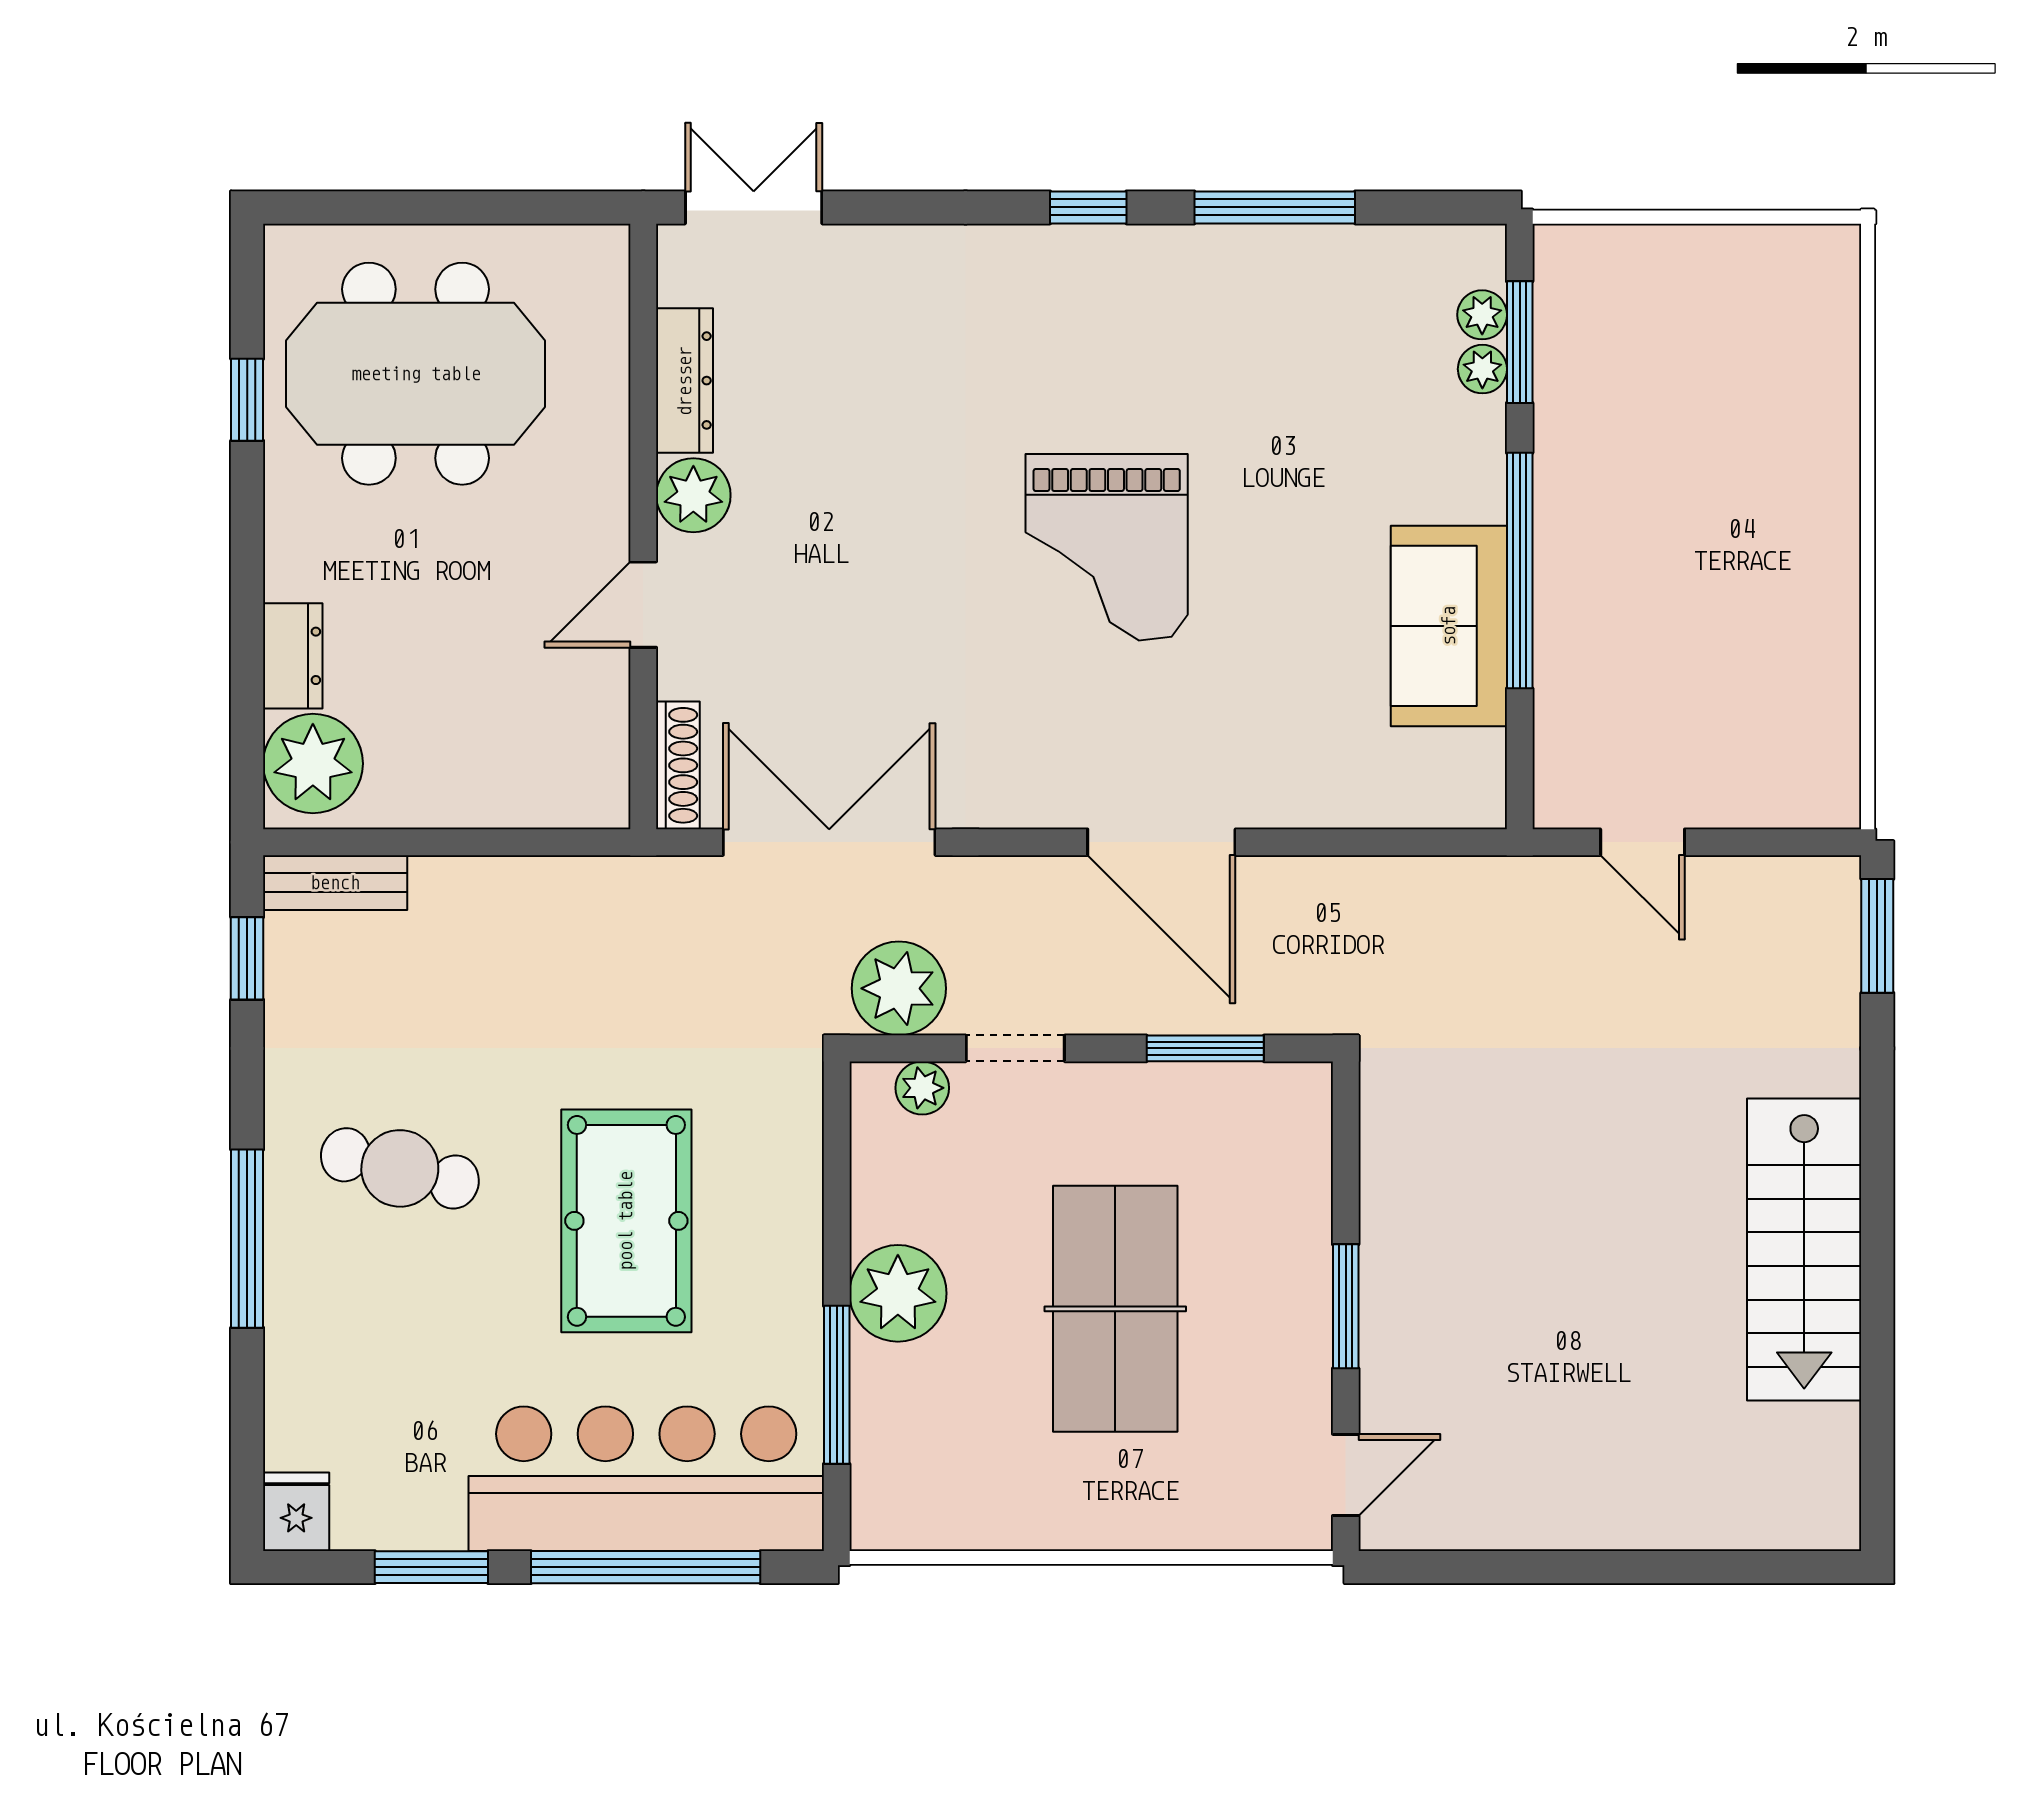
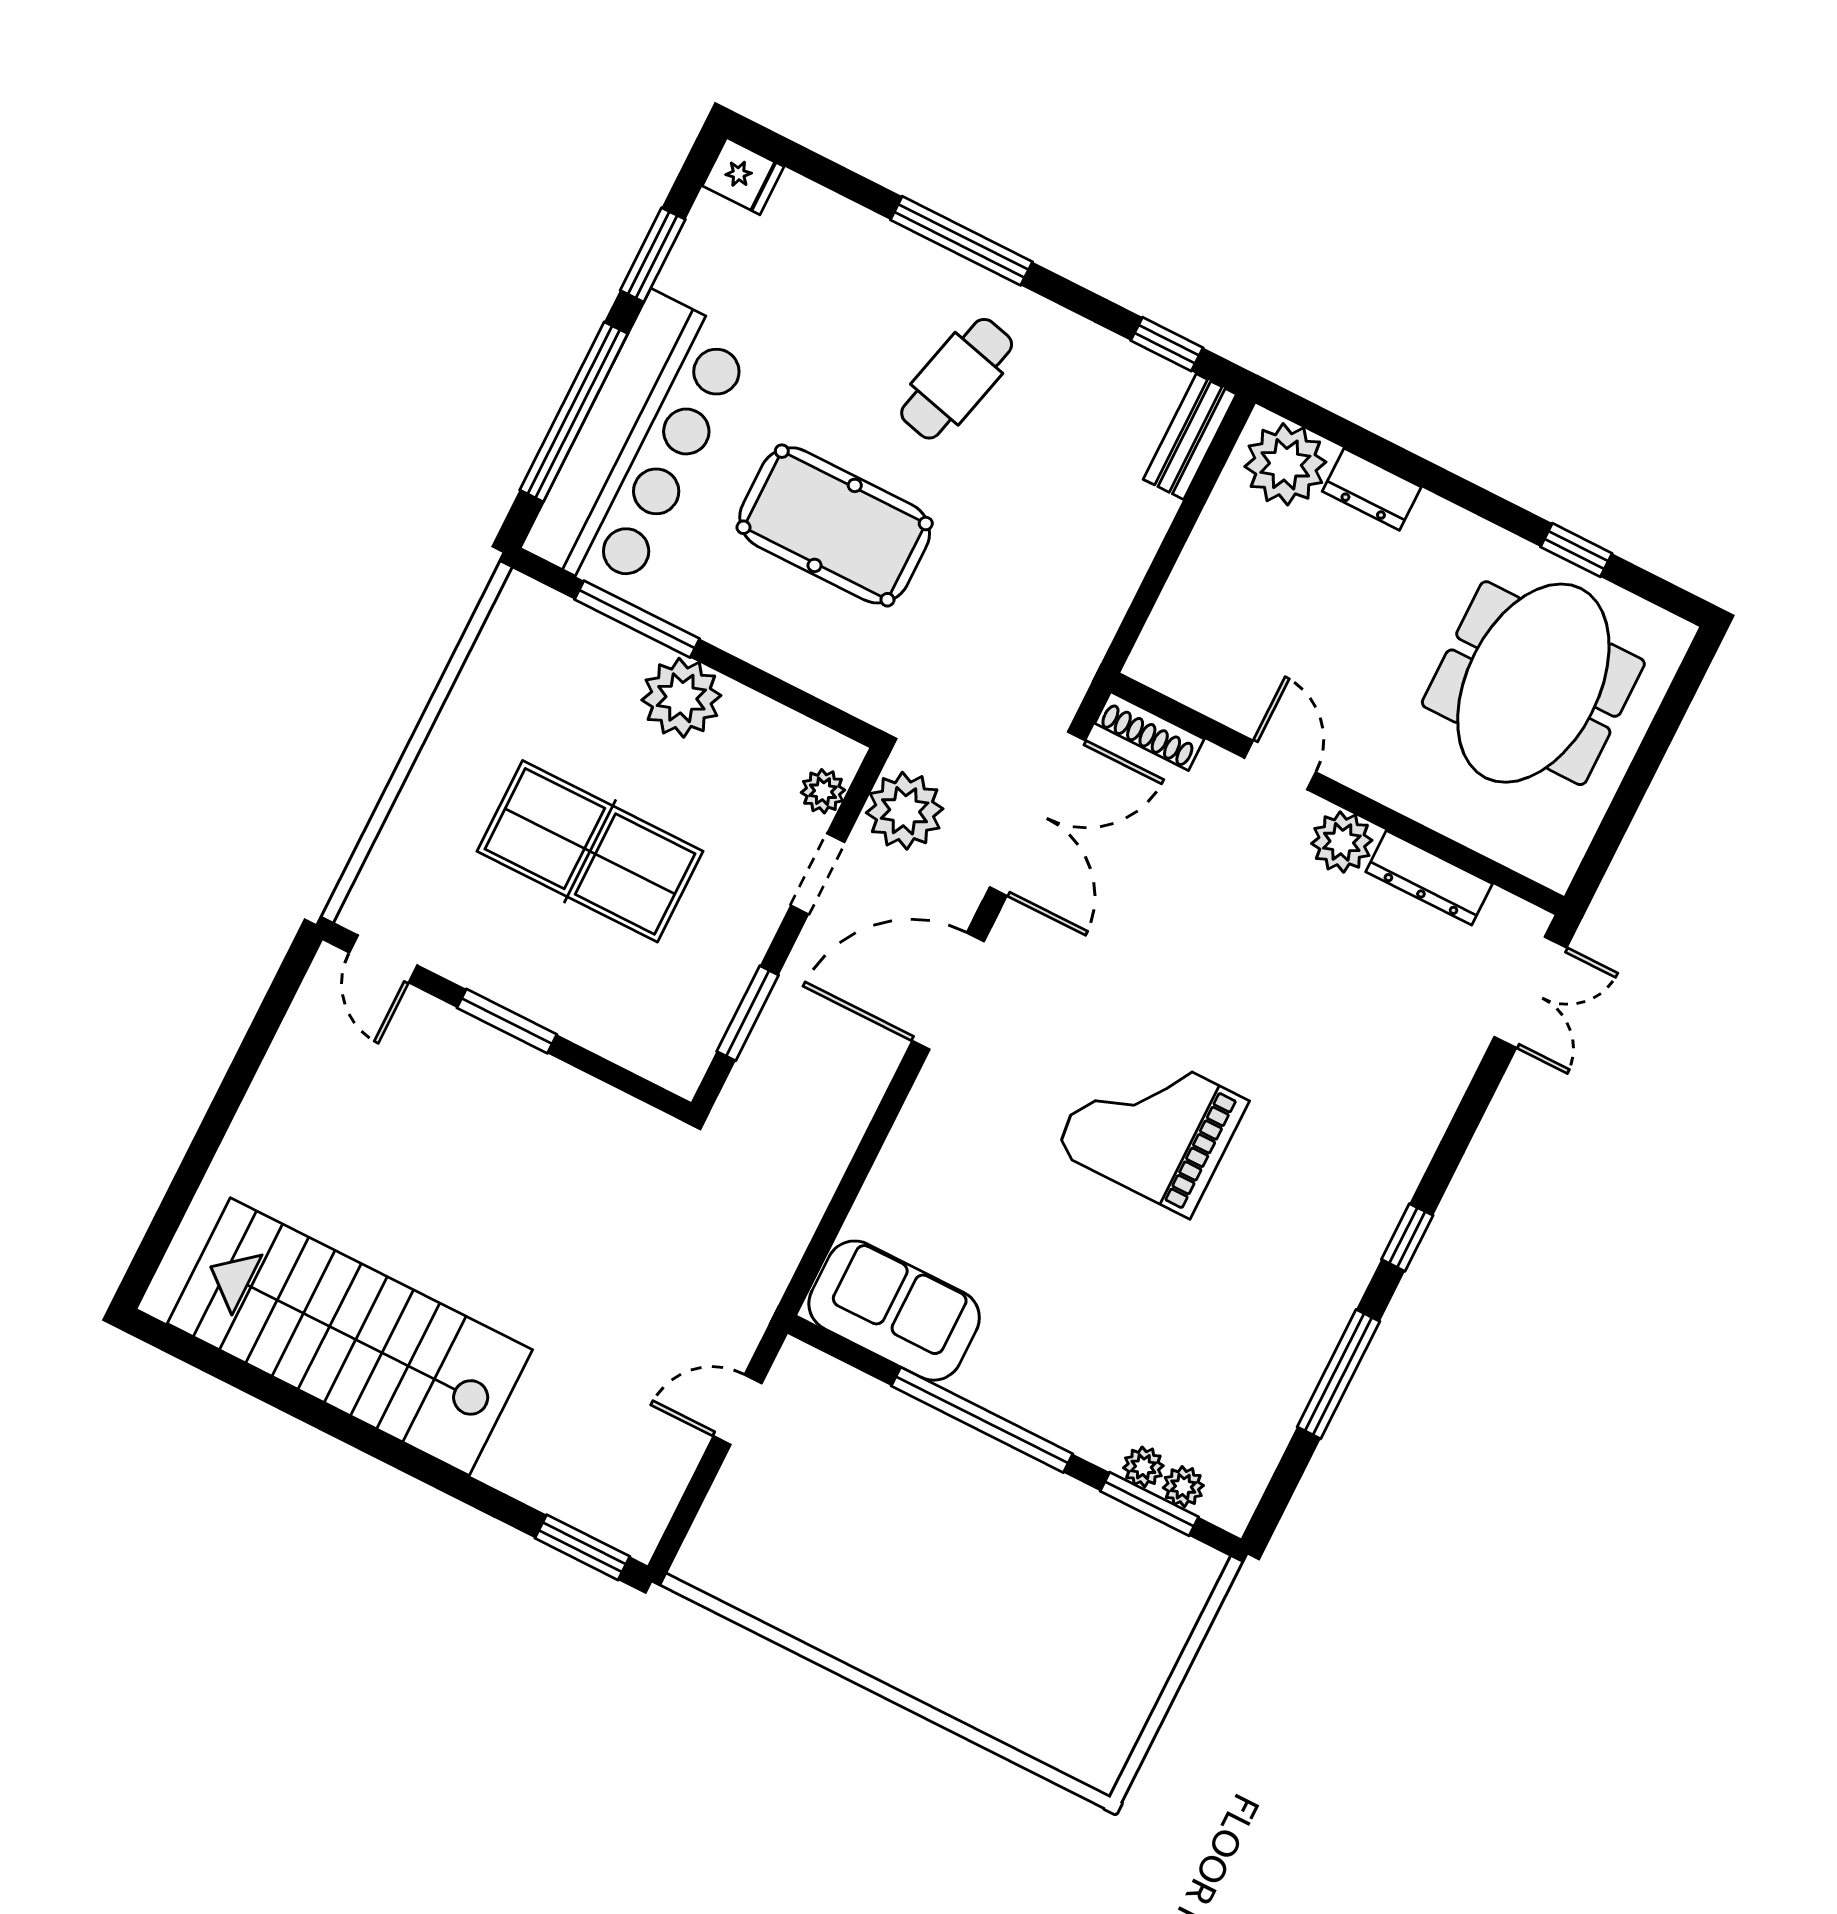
sofa: (1449, 626) -> (894, 1311), moved
door: (1161, 842) -> (948, 991), moved
stairs: (1804, 1250) -> (350, 1337), width x1.36, depth x1.51

